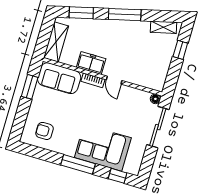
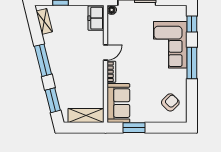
freezer: (91, 63) -> (96, 18), moved
armchair: (44, 131) -> (170, 102), turned -135

